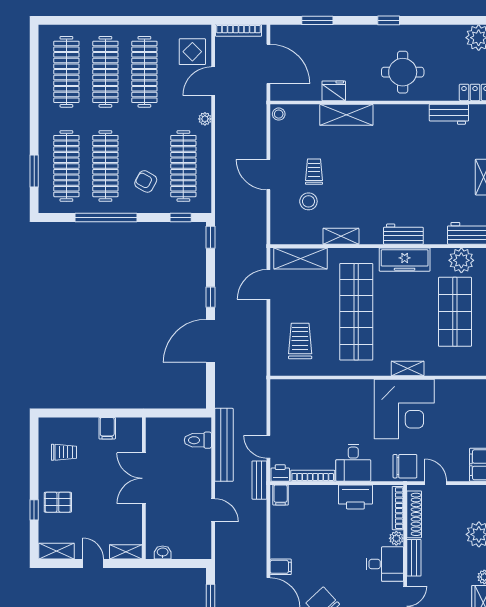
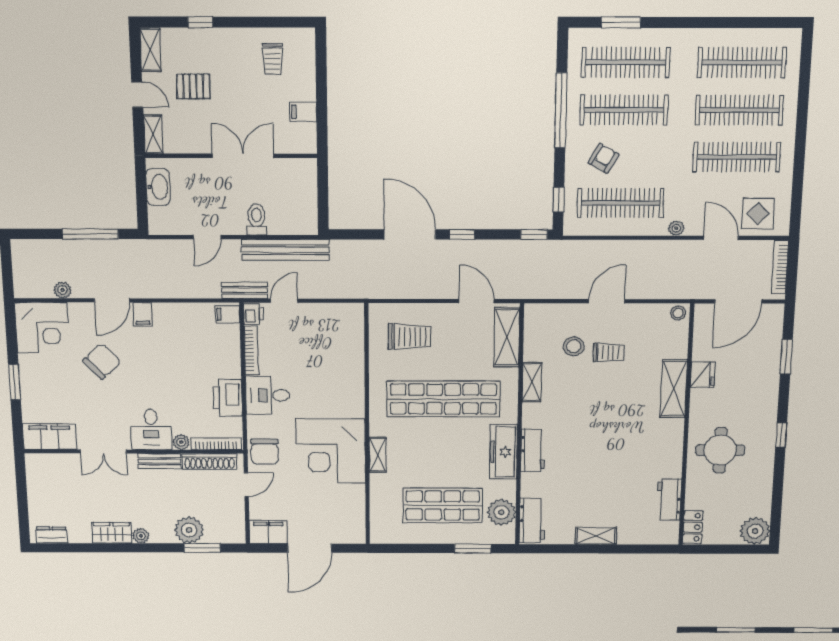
toilet: (198, 440) -> (256, 219), moved
pallet: (58, 502) -> (193, 86), moved, turned 90
washbasin: (163, 552) -> (158, 187), width x1.91, depth x1.45
door: (93, 563) -> (137, 95), hinge flipped

